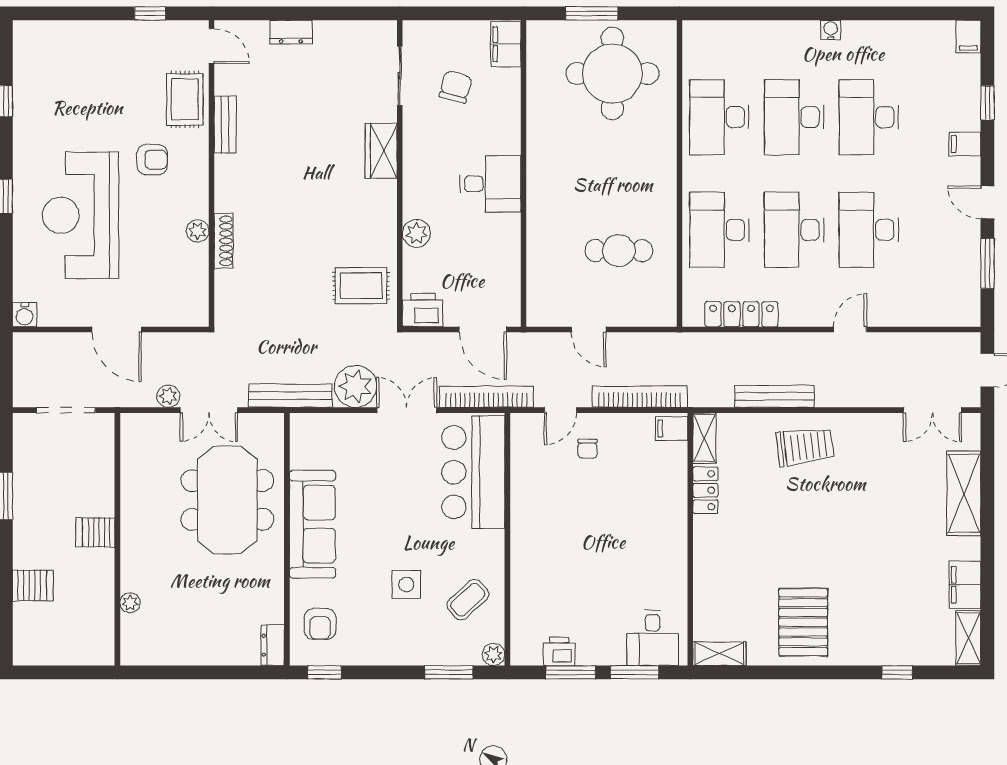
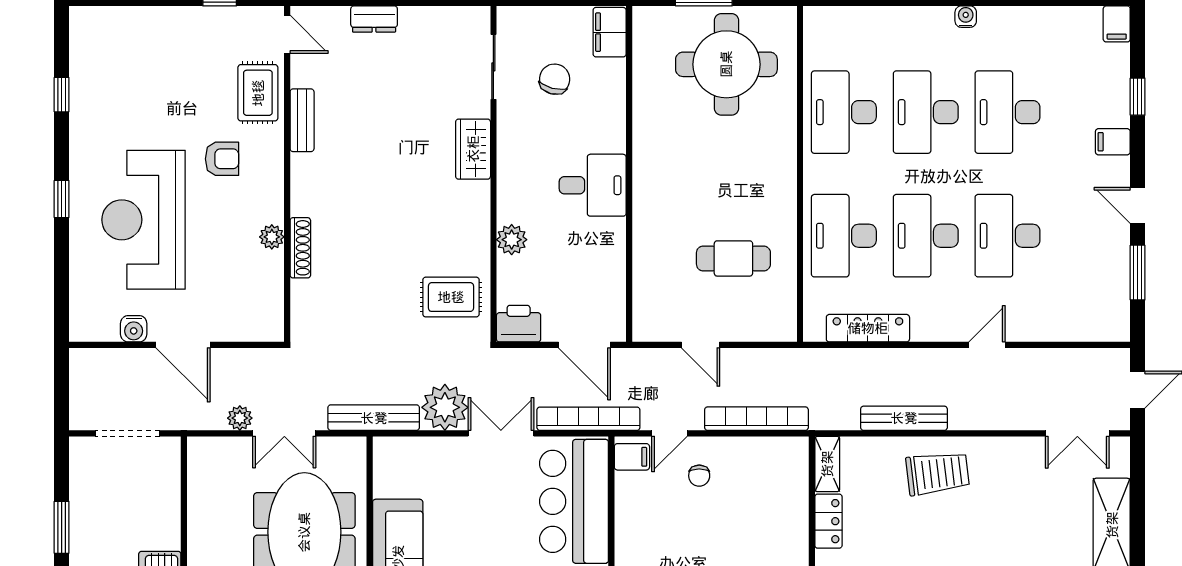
water cooler: (25, 315) -> (134, 329), moved
filing cabinet: (672, 429) -> (632, 457), moved, turned 180

